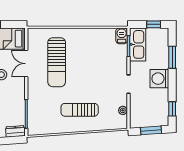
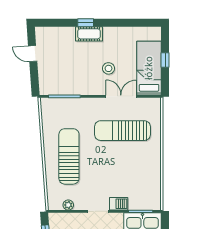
barbecue: (122, 36) -> (119, 204), moved
sun lounger: (80, 110) -> (69, 156), width x1.36, depth x1.34
dresser: (15, 131) -> (45, 84), removed

